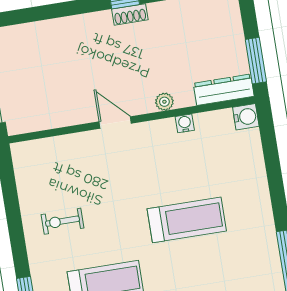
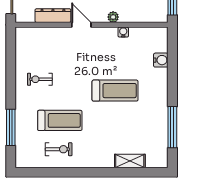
dresser: (224, 90) -> (53, 16), moved
water cooler: (246, 117) -> (161, 60), moved

